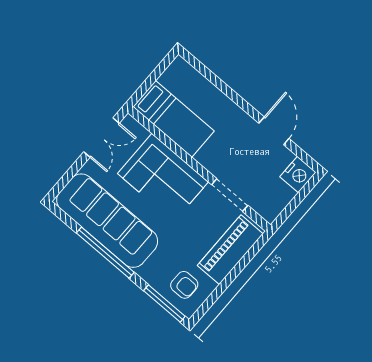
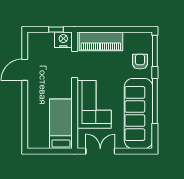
nightstand: (298, 175) -> (63, 40), moved
window: (290, 209) -> (56, 30), added
armchair: (184, 285) -> (140, 62), moved

